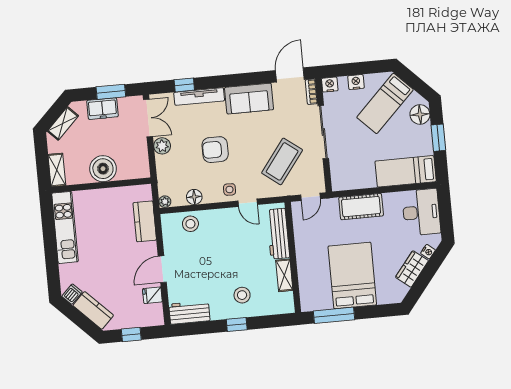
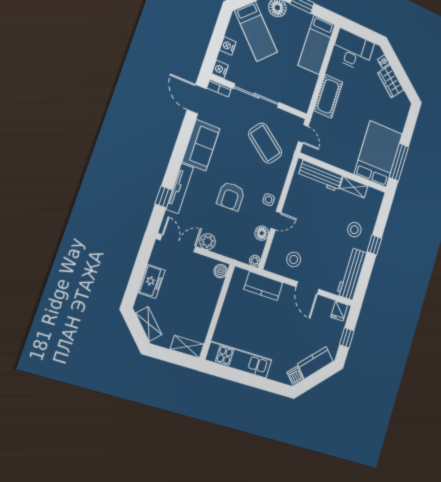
window: (111, 92) -> (140, 267), removed
boiler: (103, 169) -> (221, 271), moved, width x0.54, depth x0.54
door: (248, 203) -> (276, 220), moved
stool: (190, 224) -> (294, 259), moved
bed: (352, 275) -> (378, 154), moved, turned 90
fridge: (152, 295) -> (339, 311), moved
workbench: (189, 312) -> (352, 274), width x1.38

